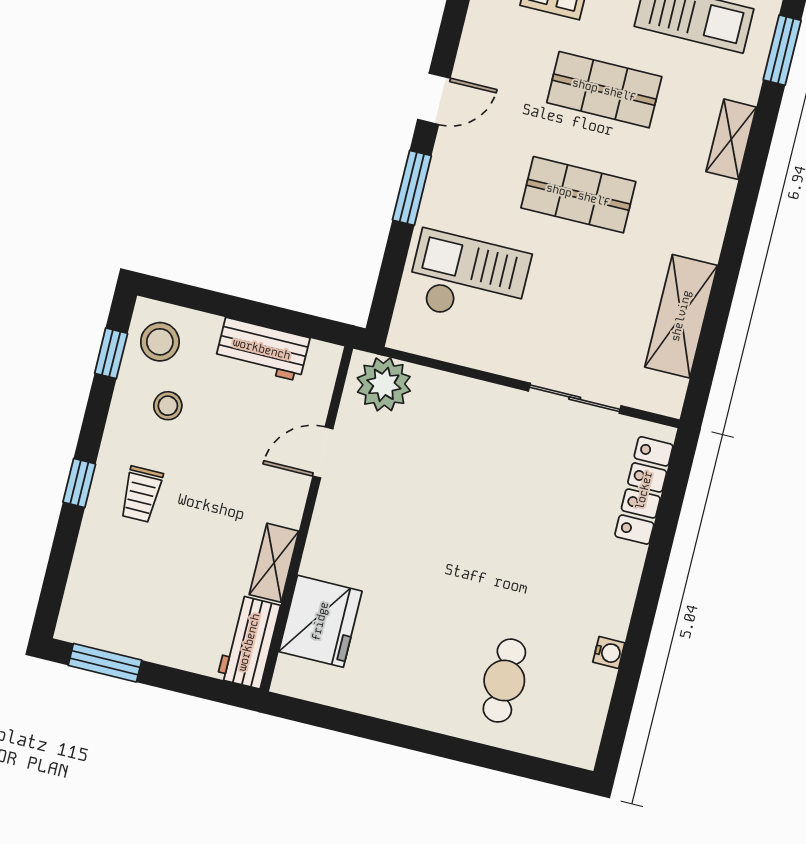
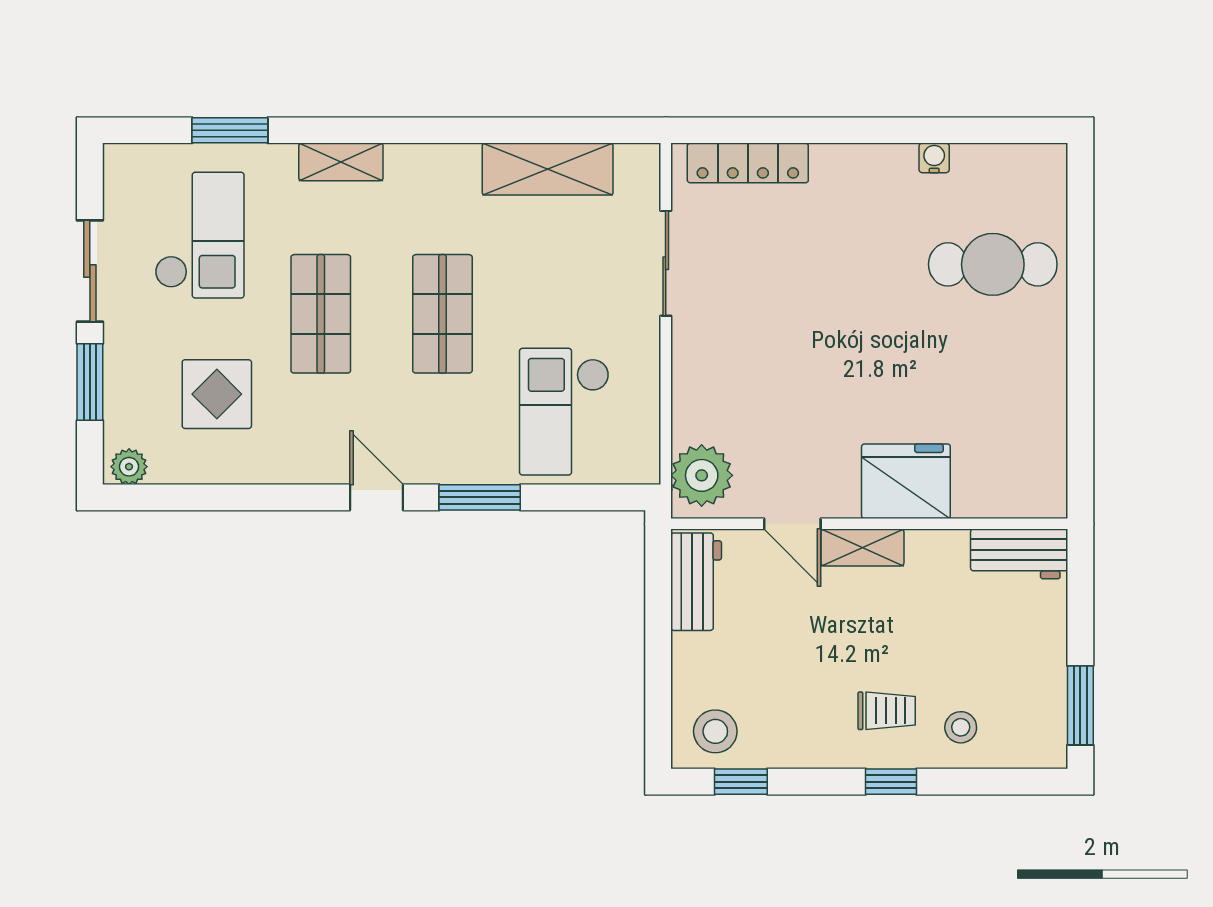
workbench: (262, 349) -> (696, 582), moved
stool: (168, 406) -> (961, 727), moved
shelving: (274, 563) -> (862, 547), moved
fridge: (320, 621) -> (906, 481), moved
cafe table: (504, 681) -> (993, 264), width x1.37, depth x1.35

